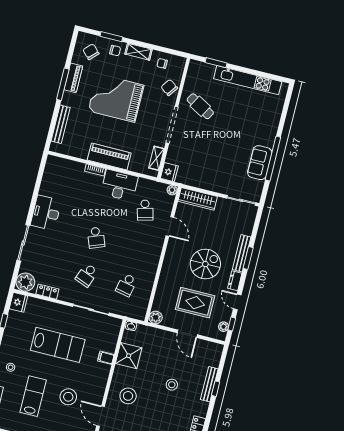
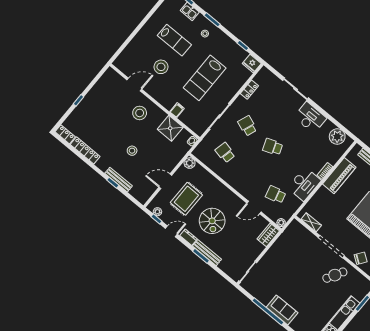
piano: (109, 157) -> (339, 176), moved
sofa: (260, 163) -> (282, 310), moved
fridge: (169, 172) -> (296, 227), removed
wardrobe: (198, 199) -> (268, 235), width x0.67
plant: (25, 282) -> (337, 137), moved

